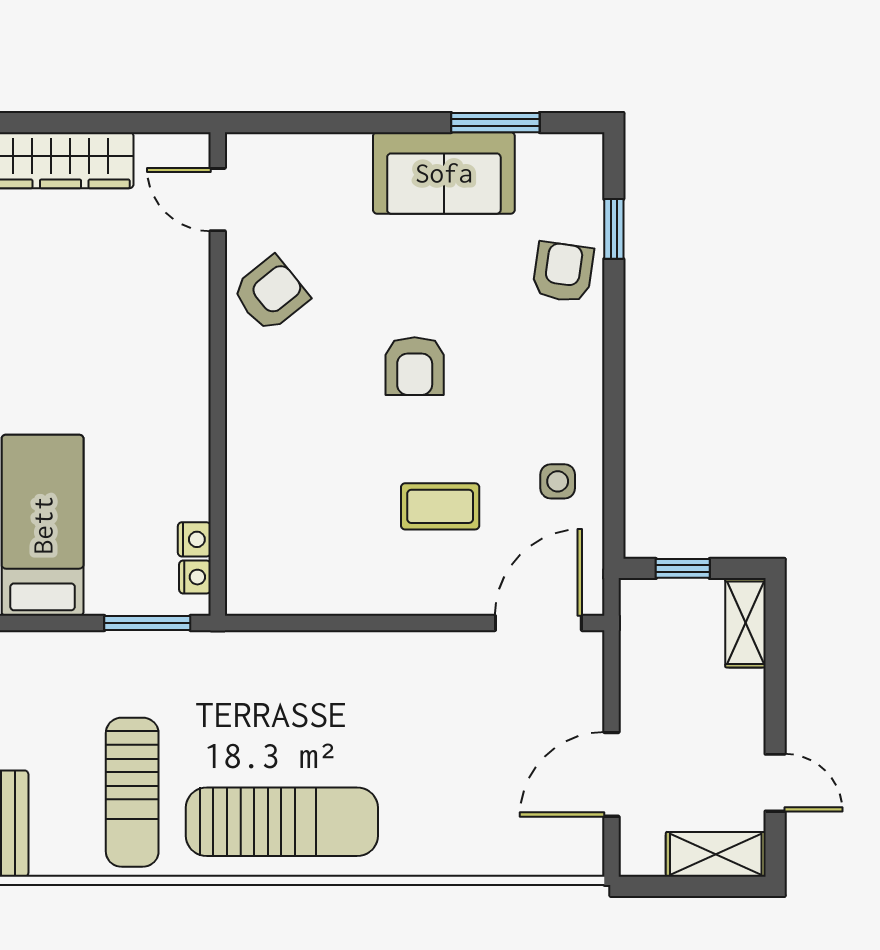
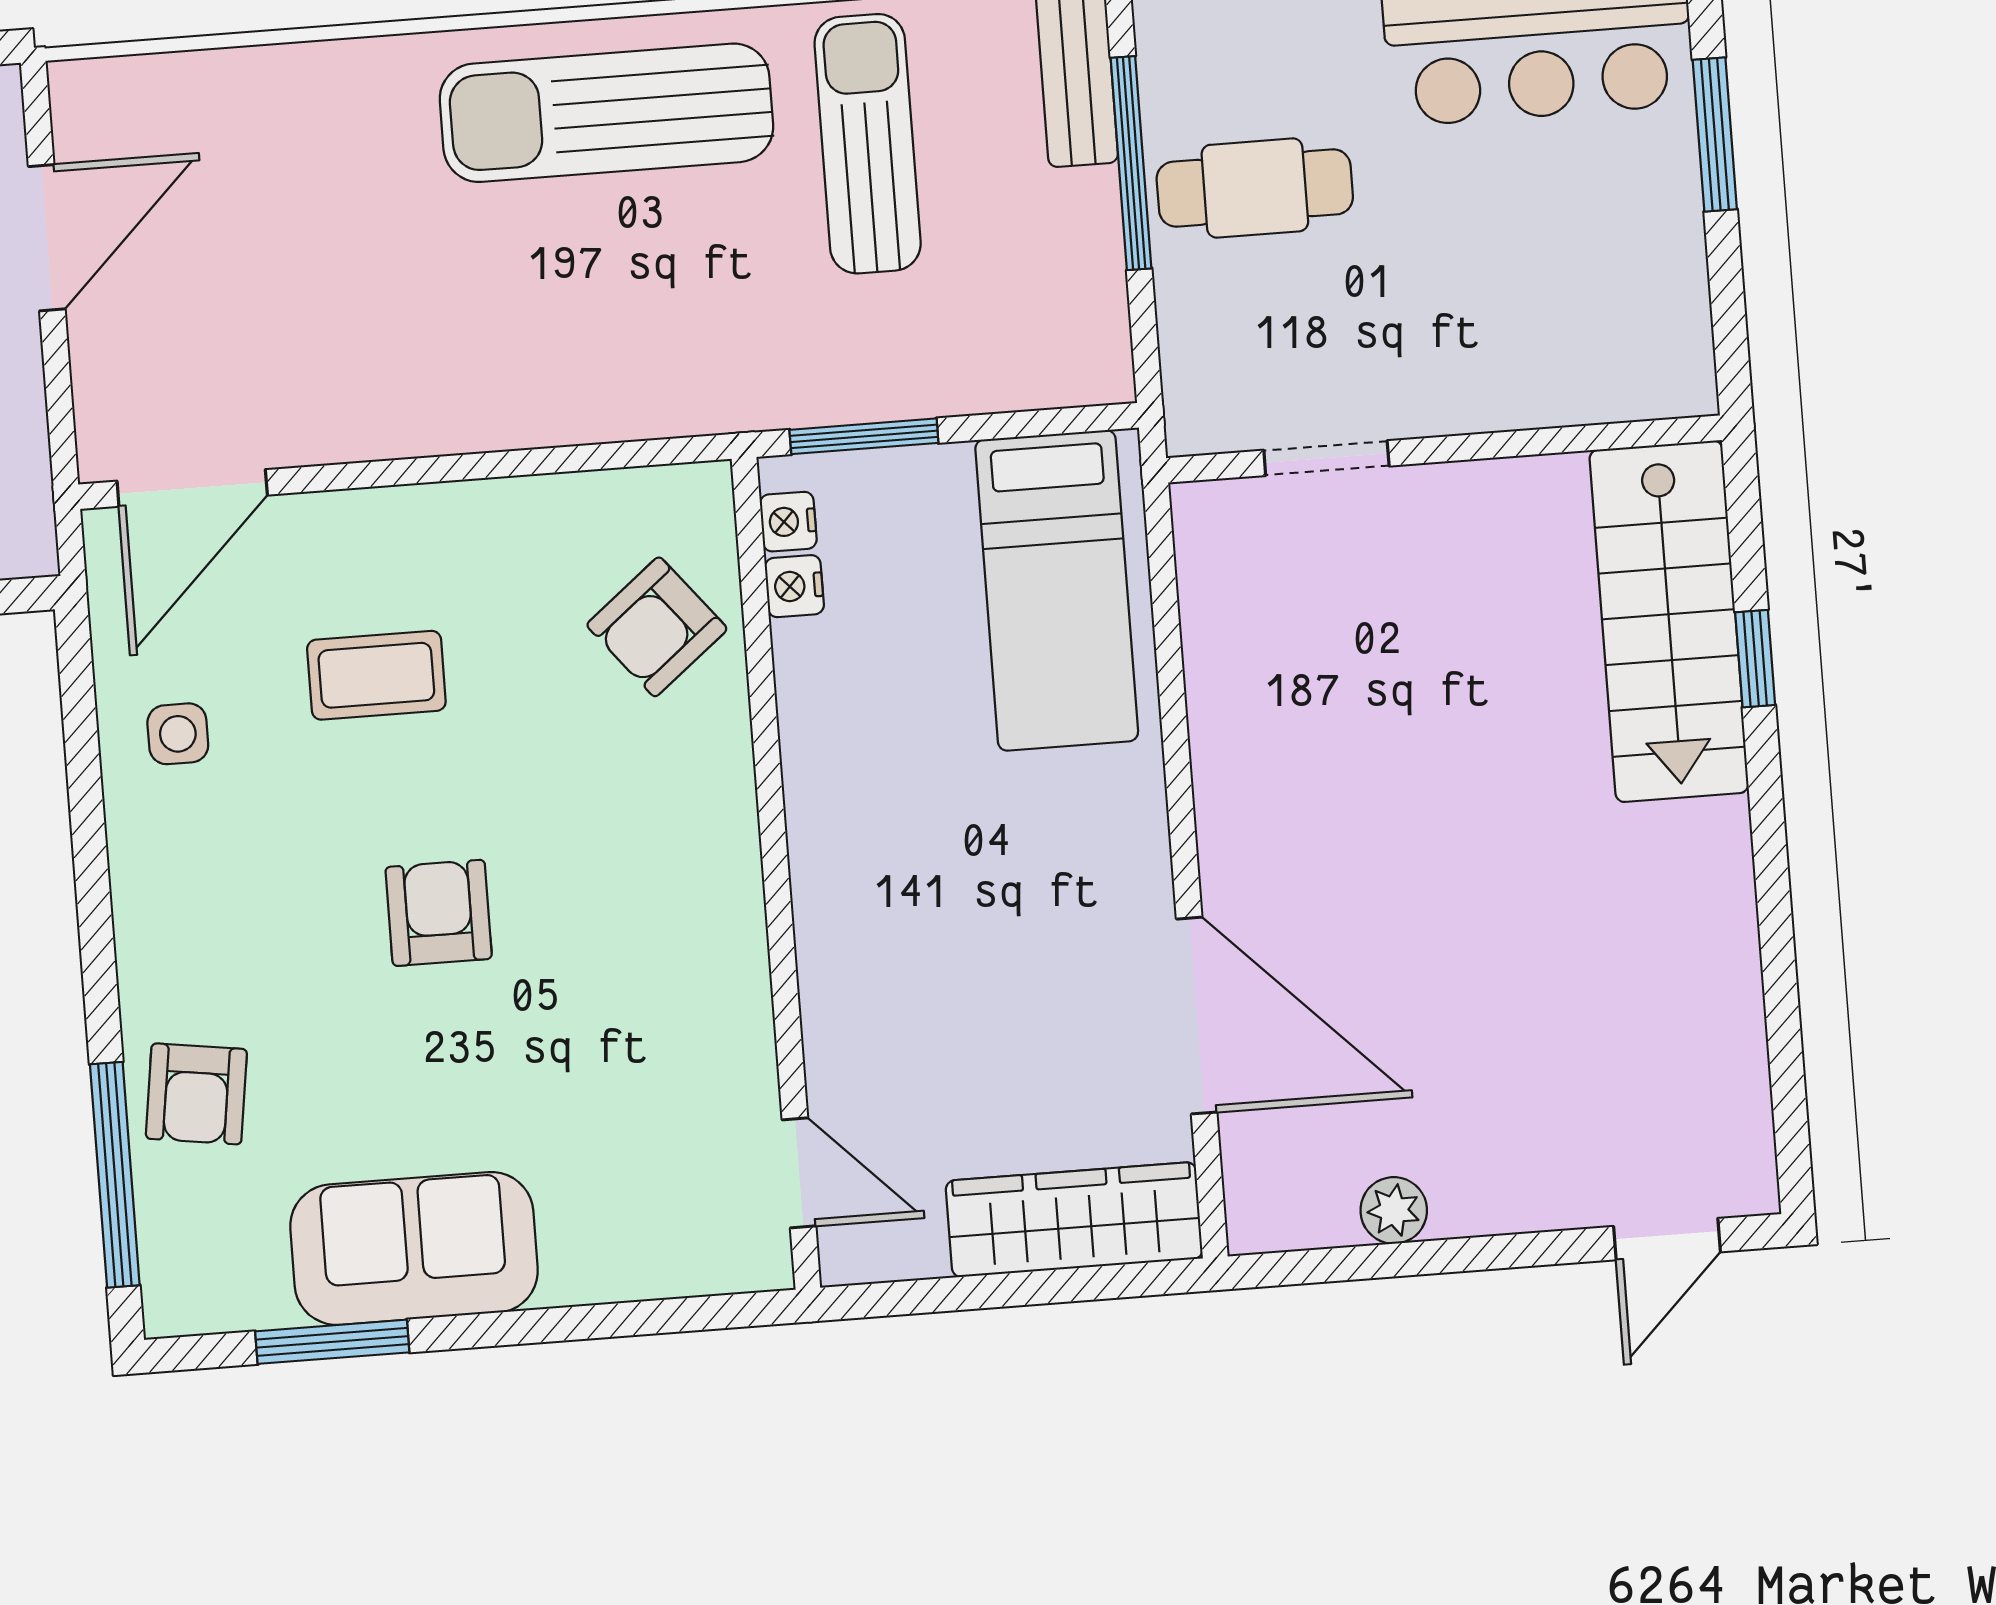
window: (614, 229) -> (115, 1175), width x2.17
armchair: (270, 294) -> (657, 627), moved

